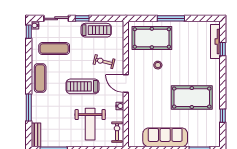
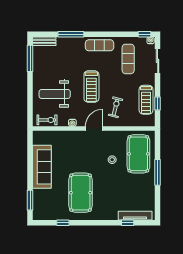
window: (82, 18) -> (158, 104), moved
treadmill: (83, 86) -> (91, 86), turned 180

